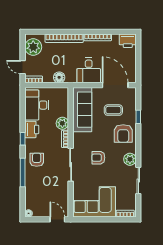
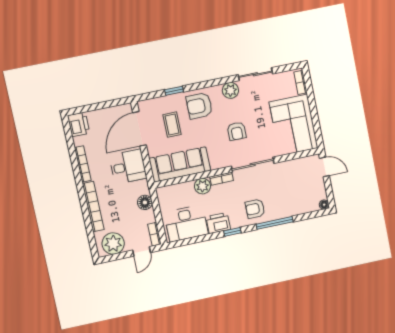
armchair: (123, 133) -> (199, 106), turned 180
door: (57, 219) -> (324, 167), swing flipped

